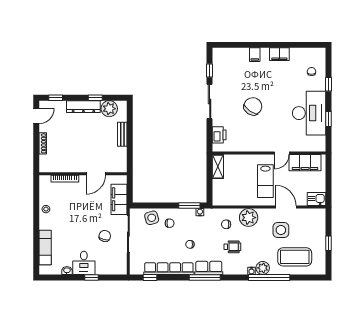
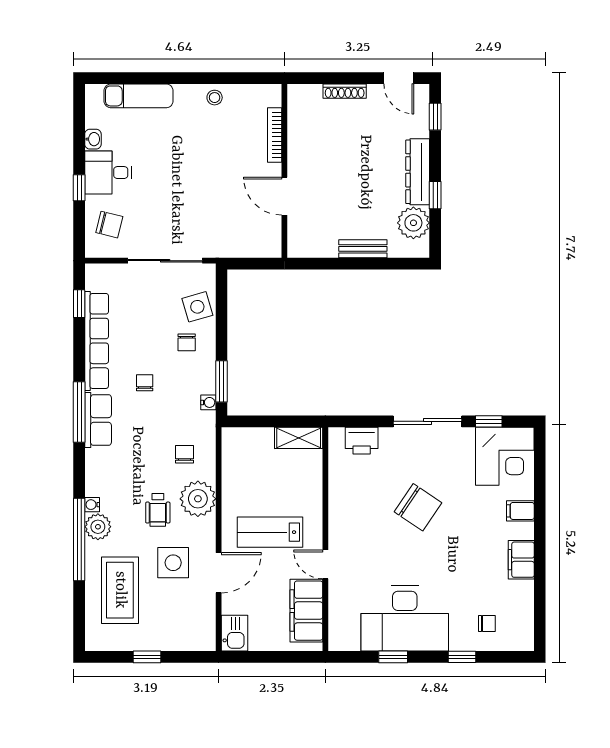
corner desk: (227, 63) -> (505, 456), added
filing cabinet: (119, 199) -> (234, 242), removed
chair: (105, 236) -> (109, 225), moved
wheelchair: (232, 247) -> (158, 510), moved

